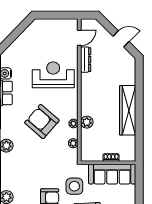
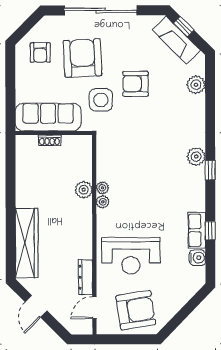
door: (121, 39) -> (36, 306), hinge flipped
wardrobe: (128, 110) -> (27, 243), moved
armchair: (42, 122) -> (136, 310), moved, turned -50
plant: (73, 143) -> (103, 202), moved

